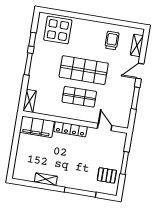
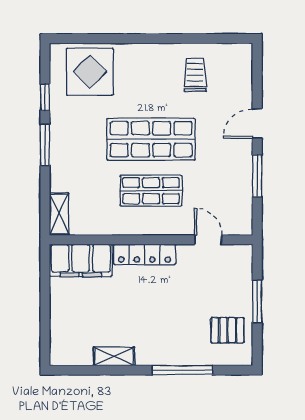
shelving: (137, 45) -> (243, 76), removed

